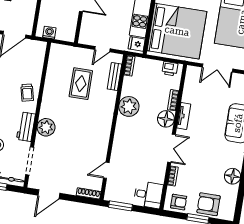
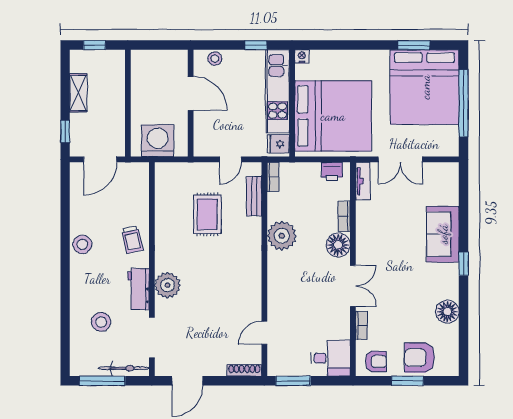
washing machine: (49, 33) -> (158, 141), width x1.89, depth x1.89
tv unit: (184, 116) -> (363, 181), moved

